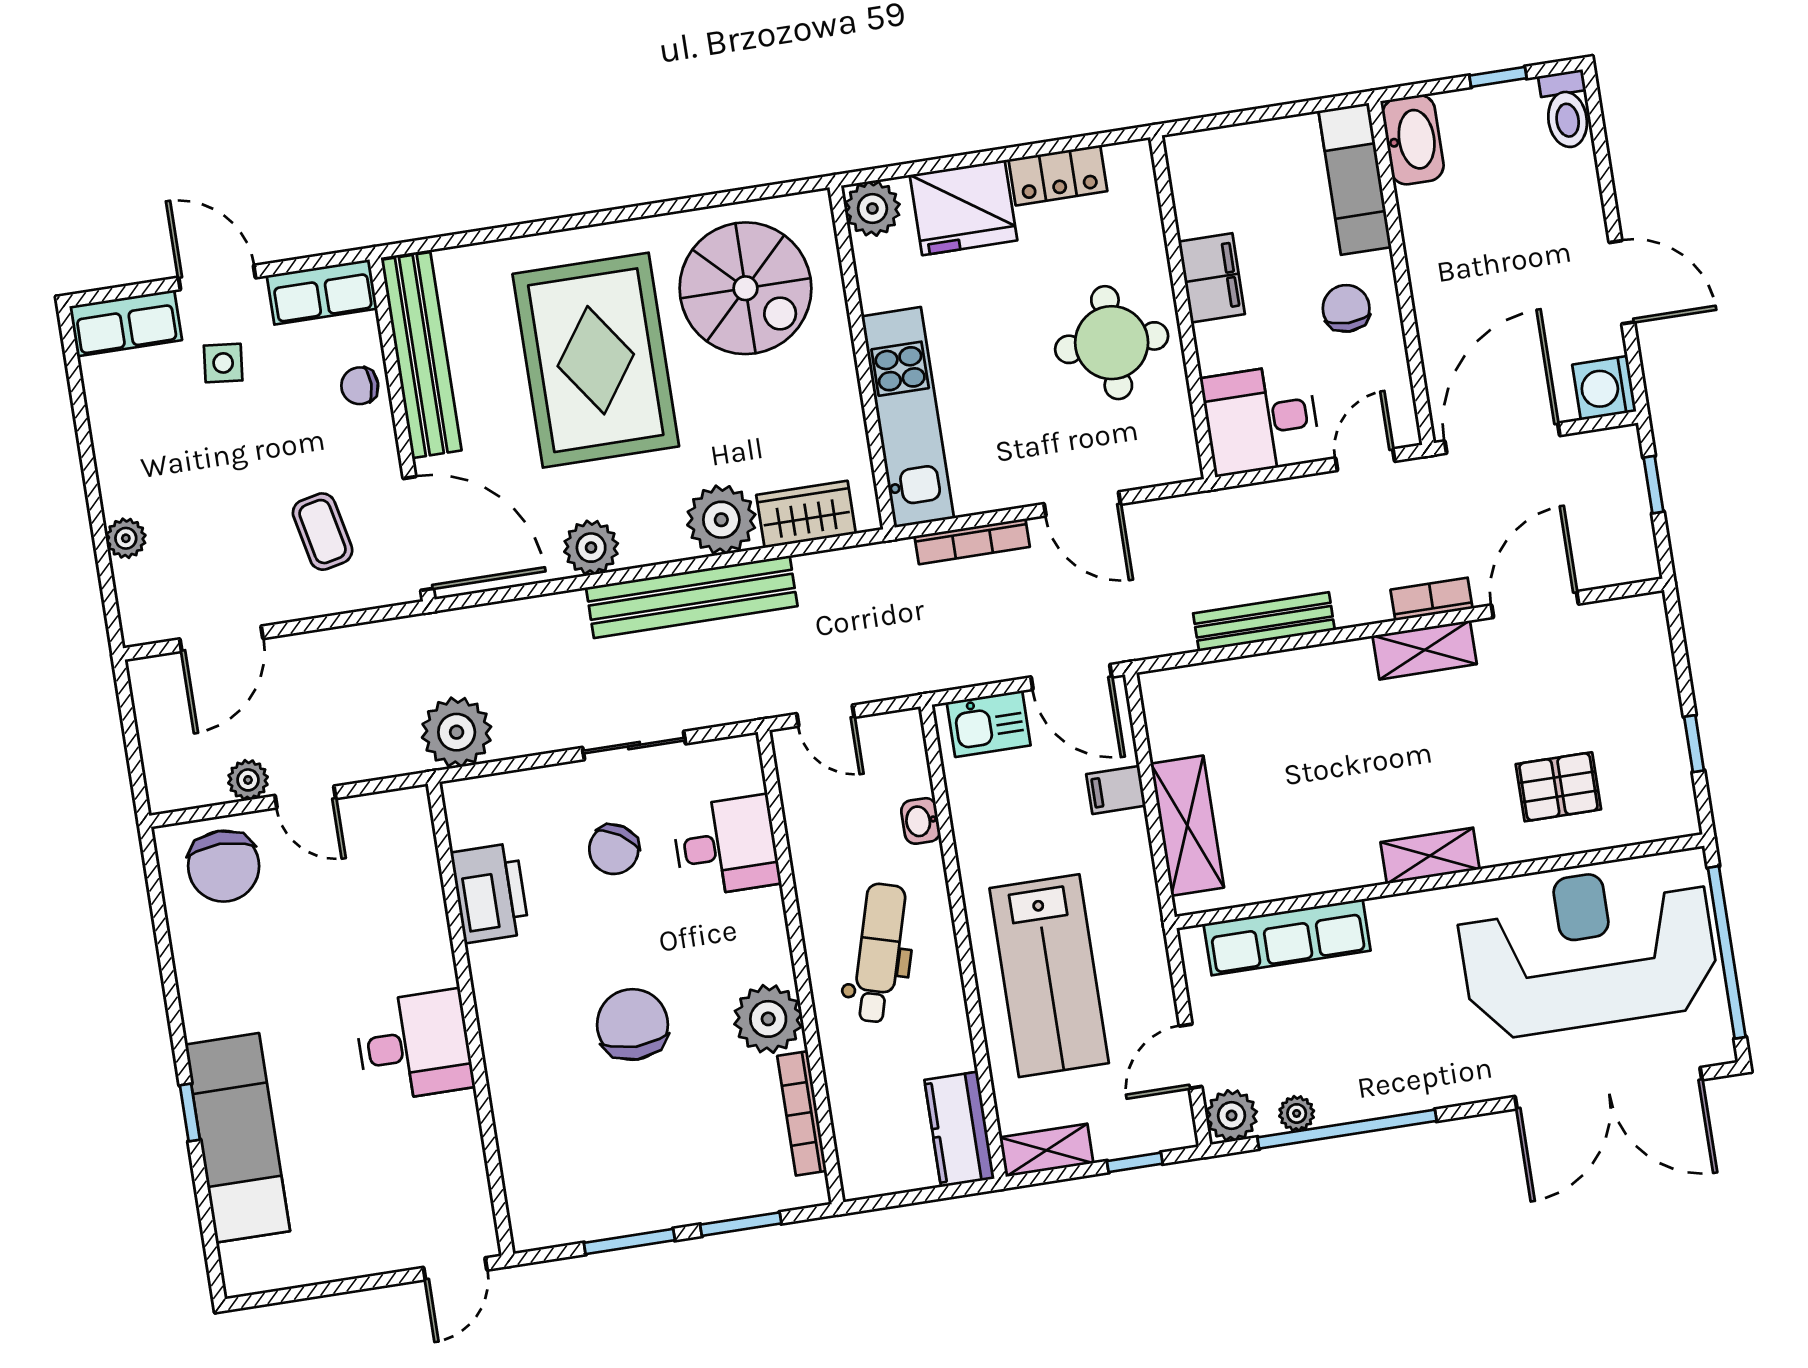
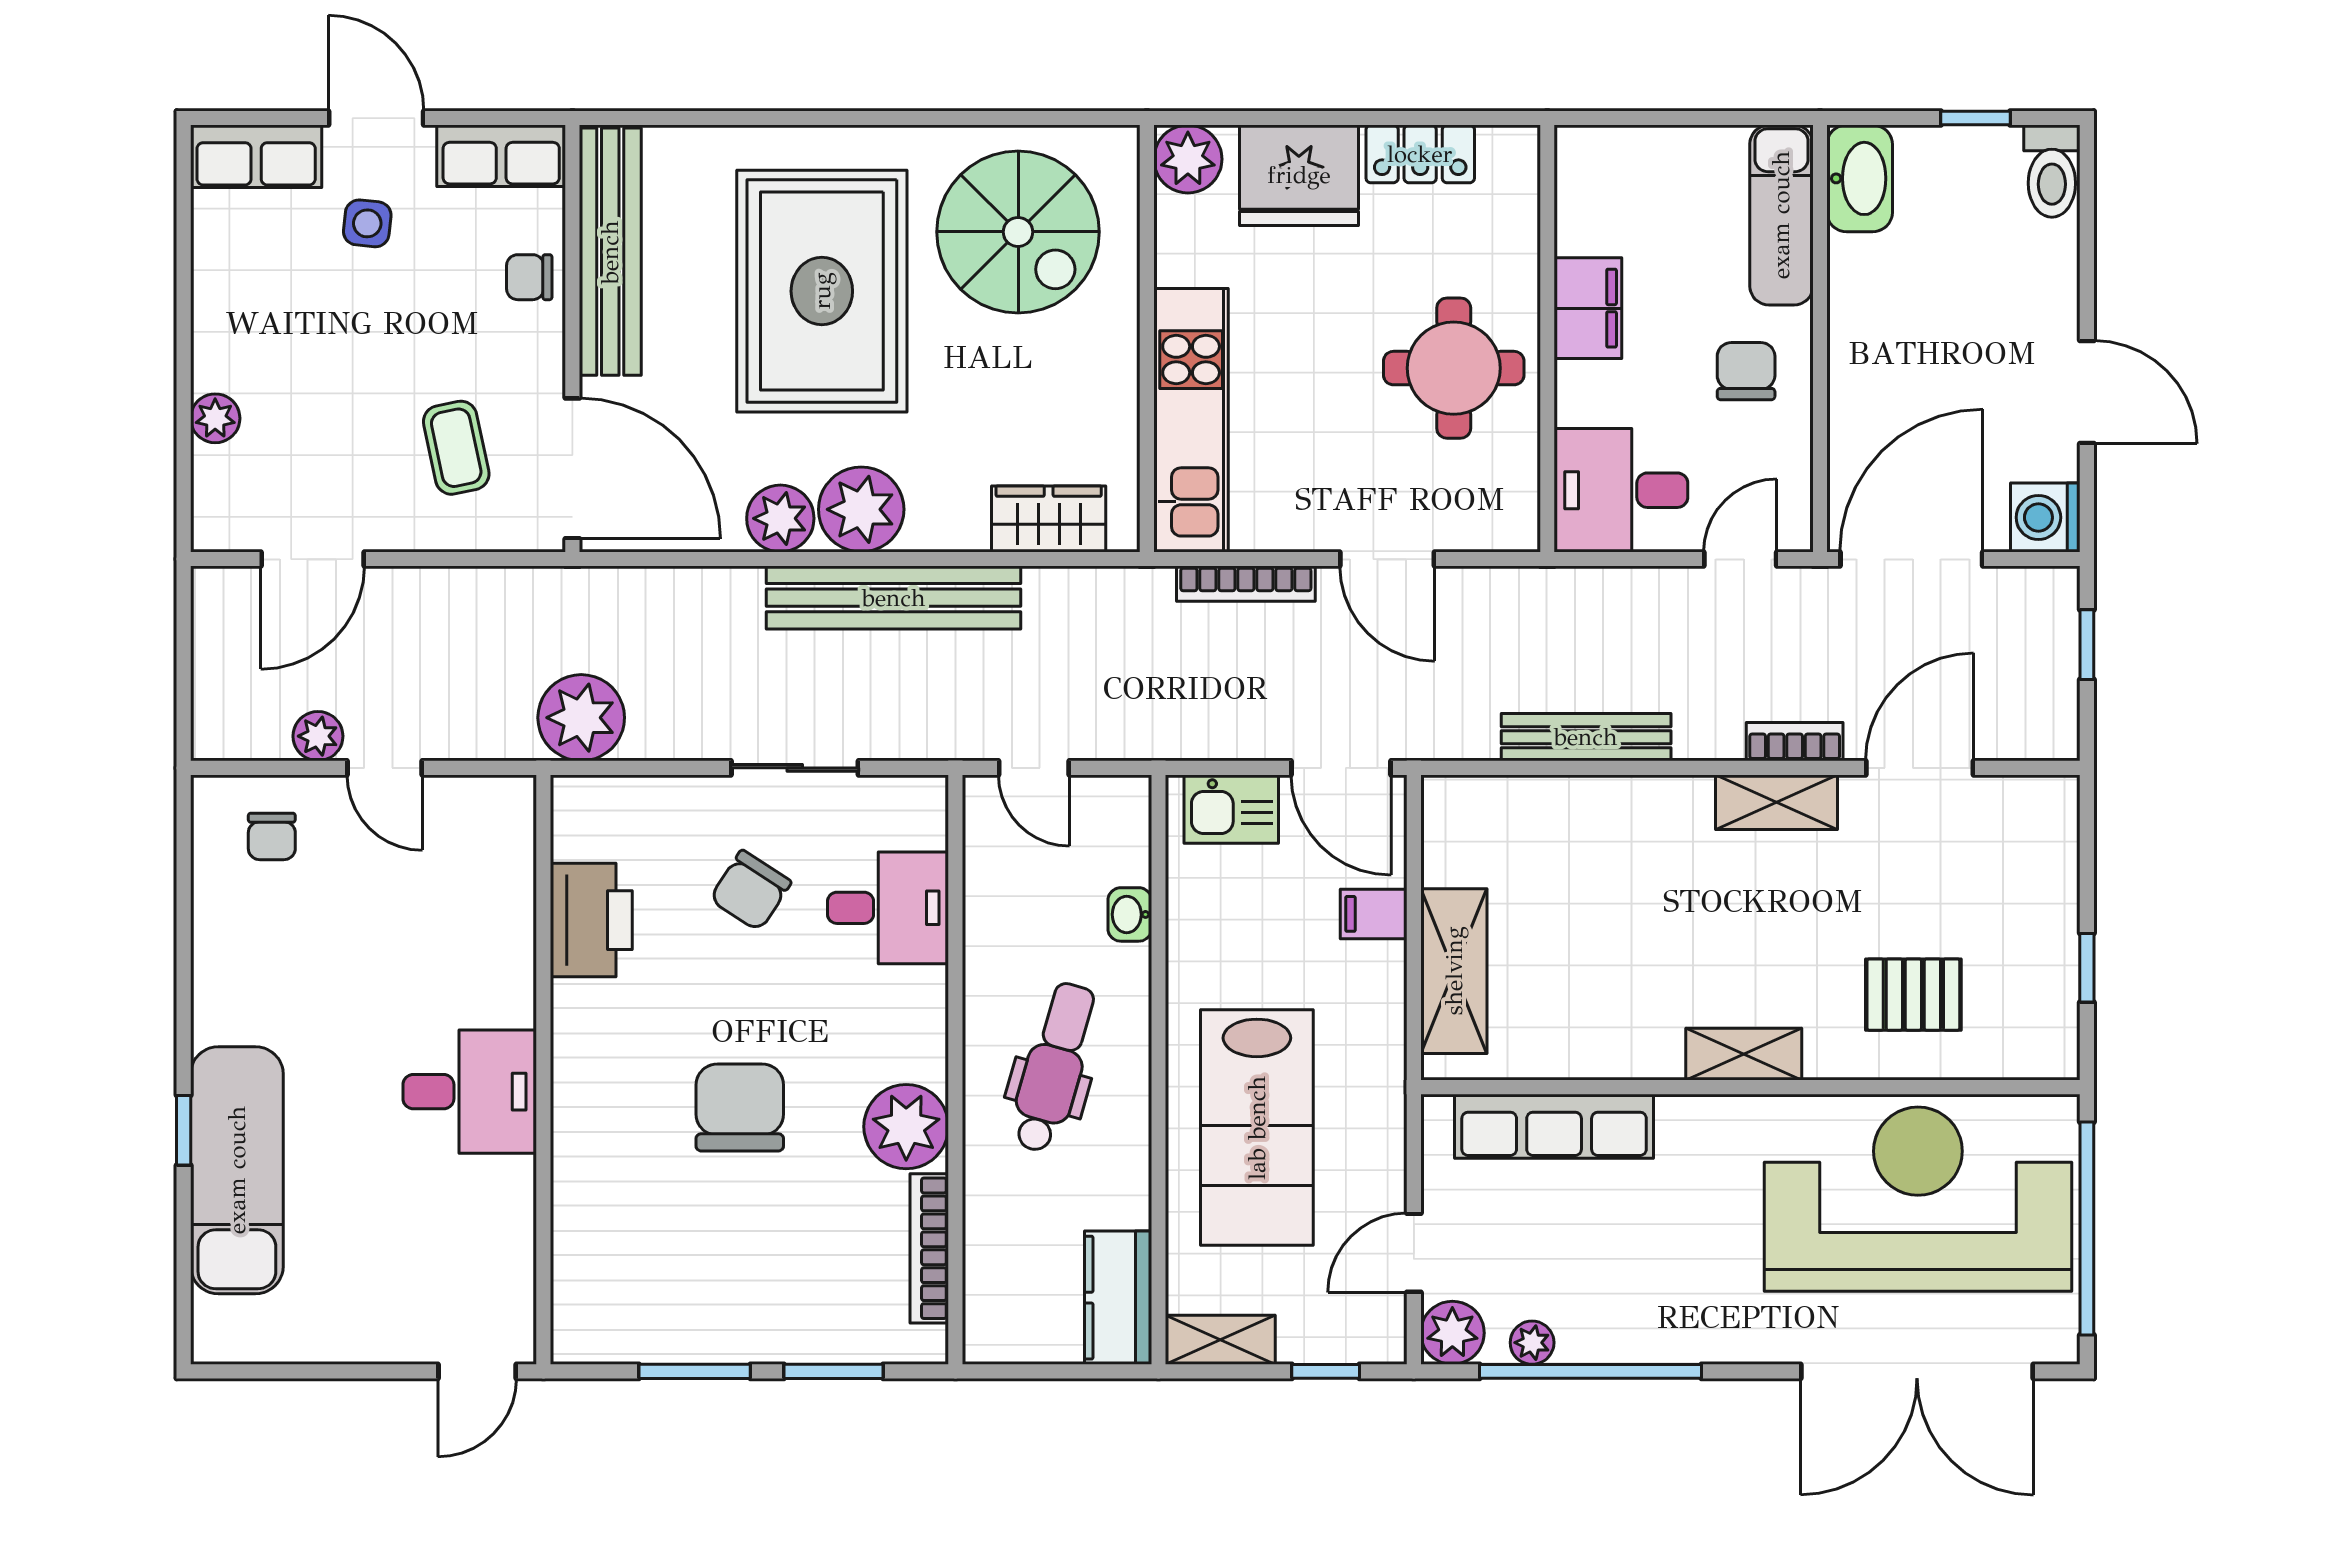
plant: (721, 520) -> (861, 509), moved
chair: (224, 866) -> (272, 836), width x0.54, depth x0.54

